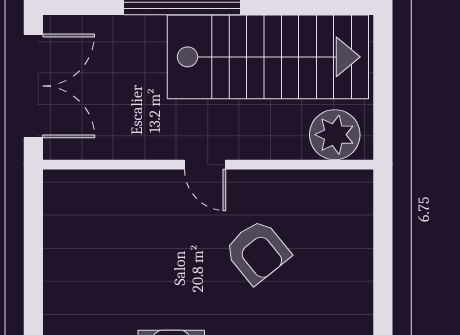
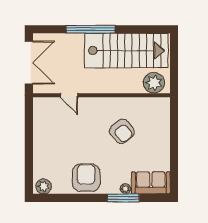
door: (205, 165) -> (69, 95), moved

